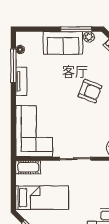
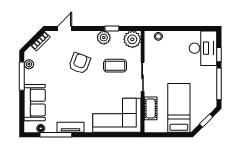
sofa: (63, 43) -> (35, 103), moved
coffee table: (87, 129) -> (115, 66), added
cot: (28, 167) -> (151, 108), moved

